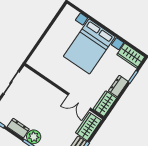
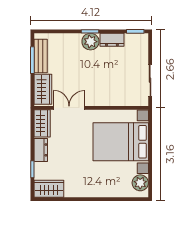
plant: (66, 17) -> (140, 183), added
bed with nightstands: (89, 46) -> (121, 142), moved, turned -90

